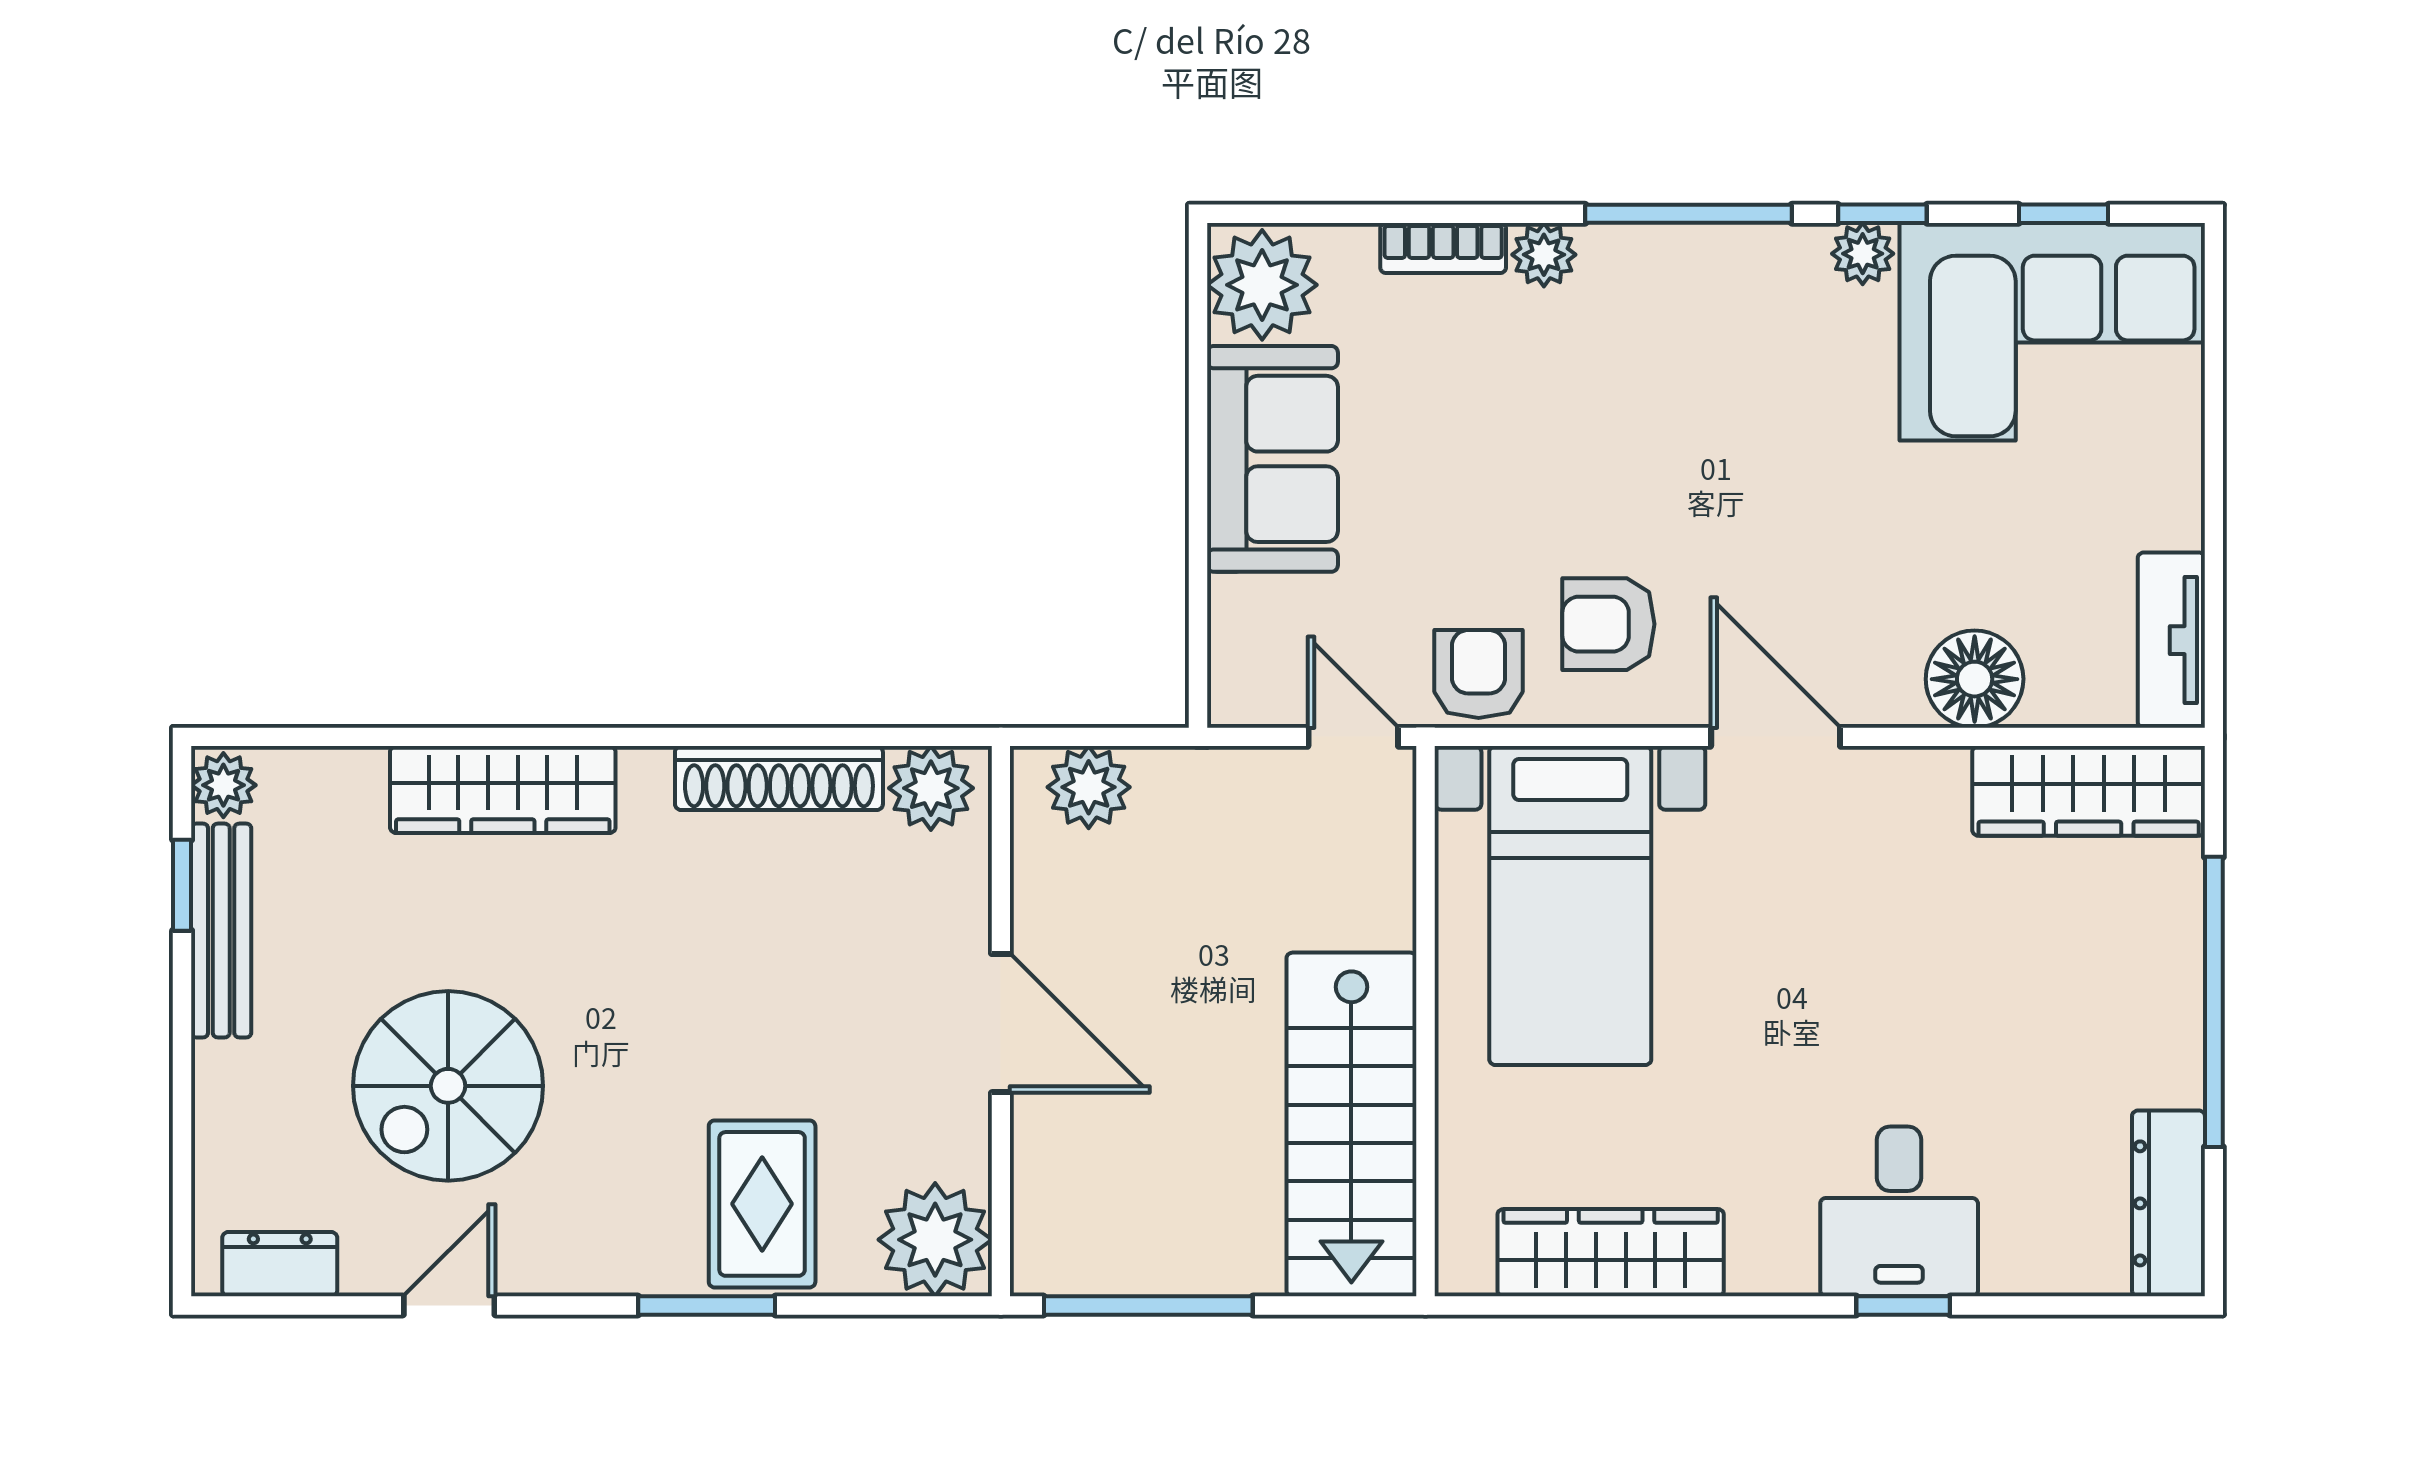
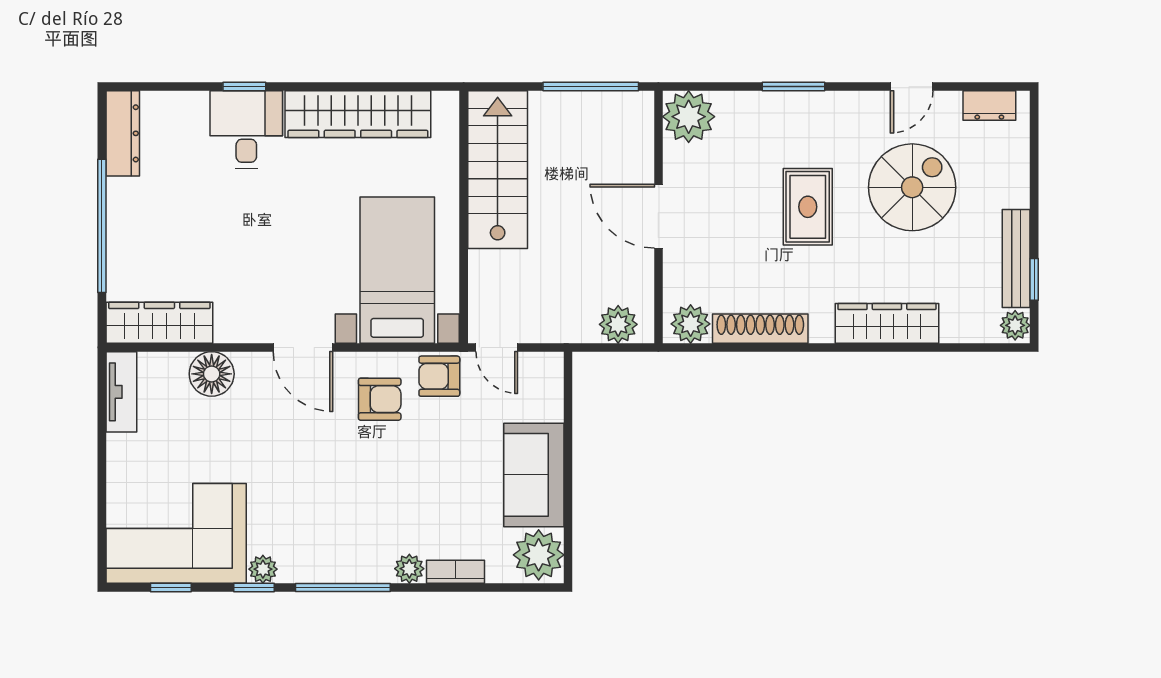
armchair: (1479, 674) -> (439, 376), turned 90
rug: (762, 1204) -> (808, 207), moved
wardrobe: (1611, 1253) -> (358, 114), width x1.40, depth x1.17

